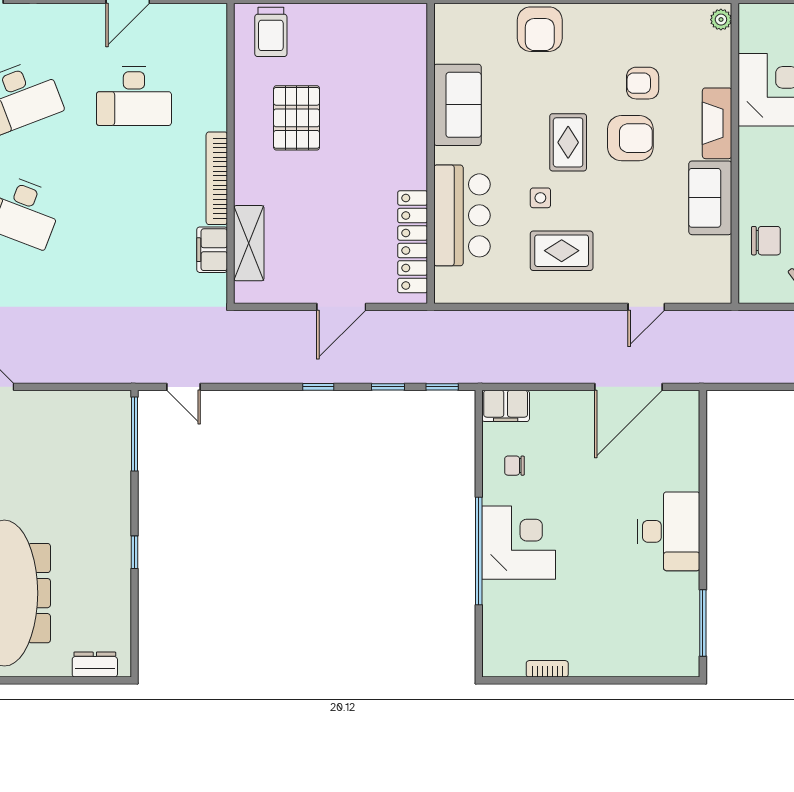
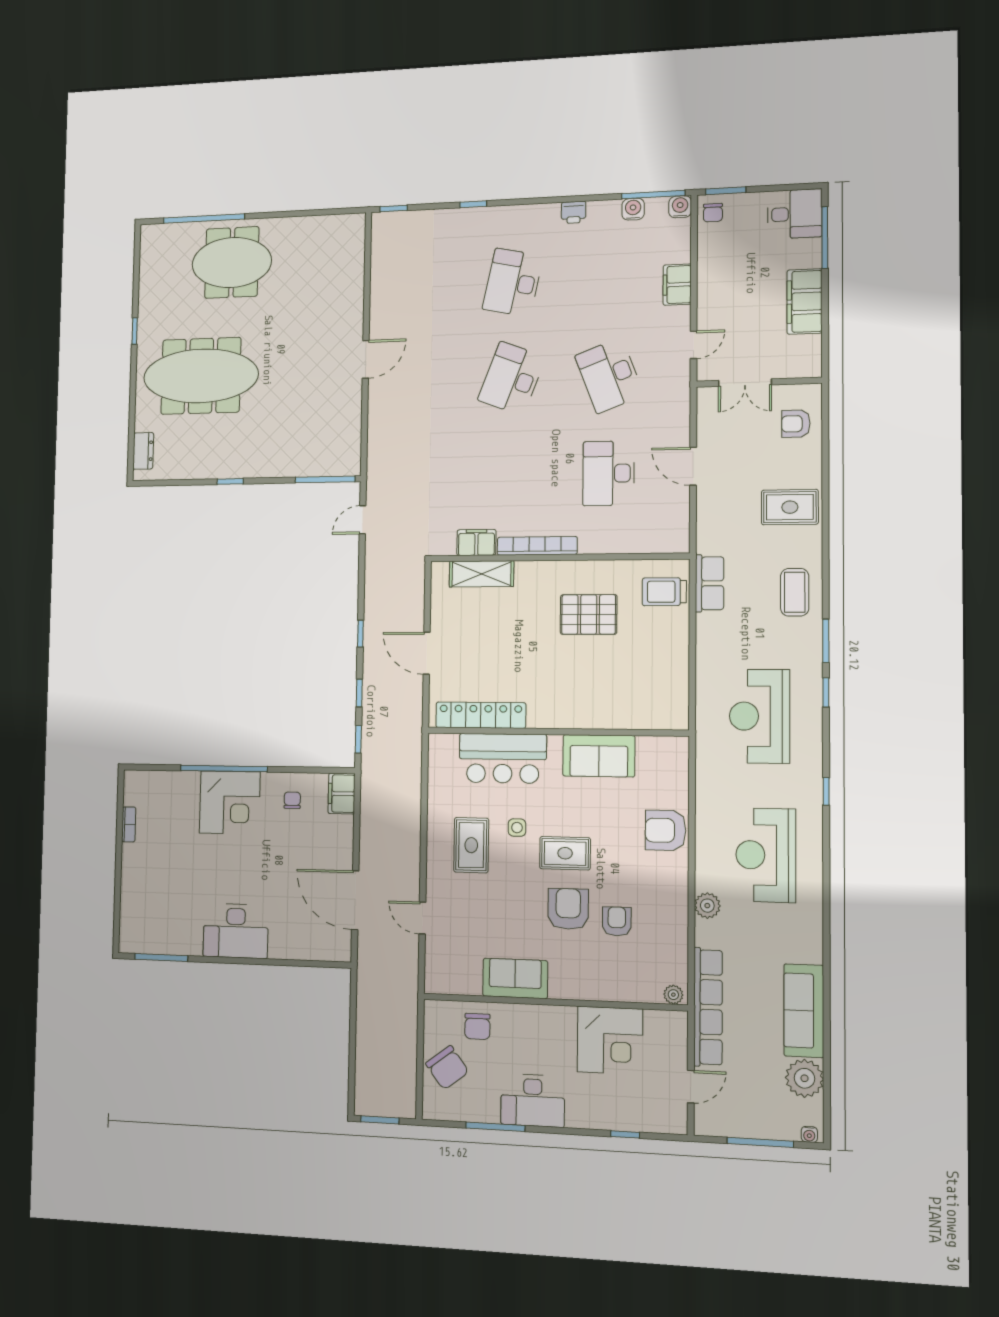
fireplace: (717, 123) -> (581, 987), removed
armchair: (630, 138) -> (568, 909), turned 180

